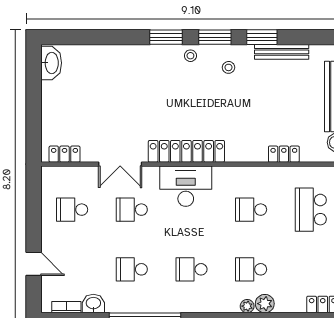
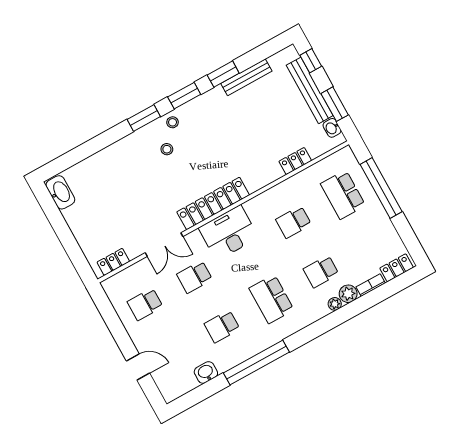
stool: (229, 67) -> (167, 149), moved
school desk: (191, 269) -> (272, 299), width x1.85
bookcase: (66, 307) -> (371, 285), moved

